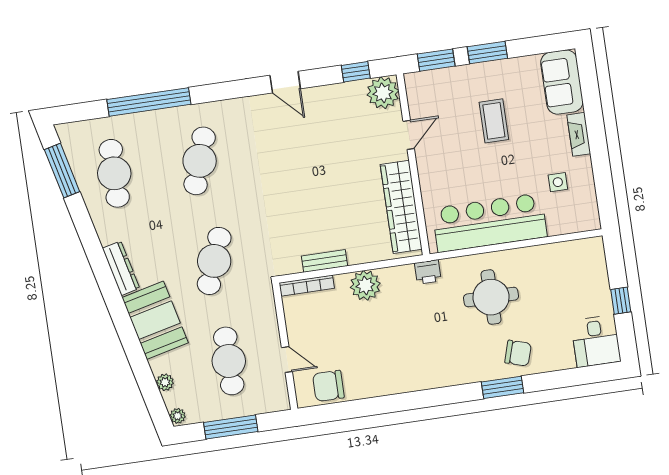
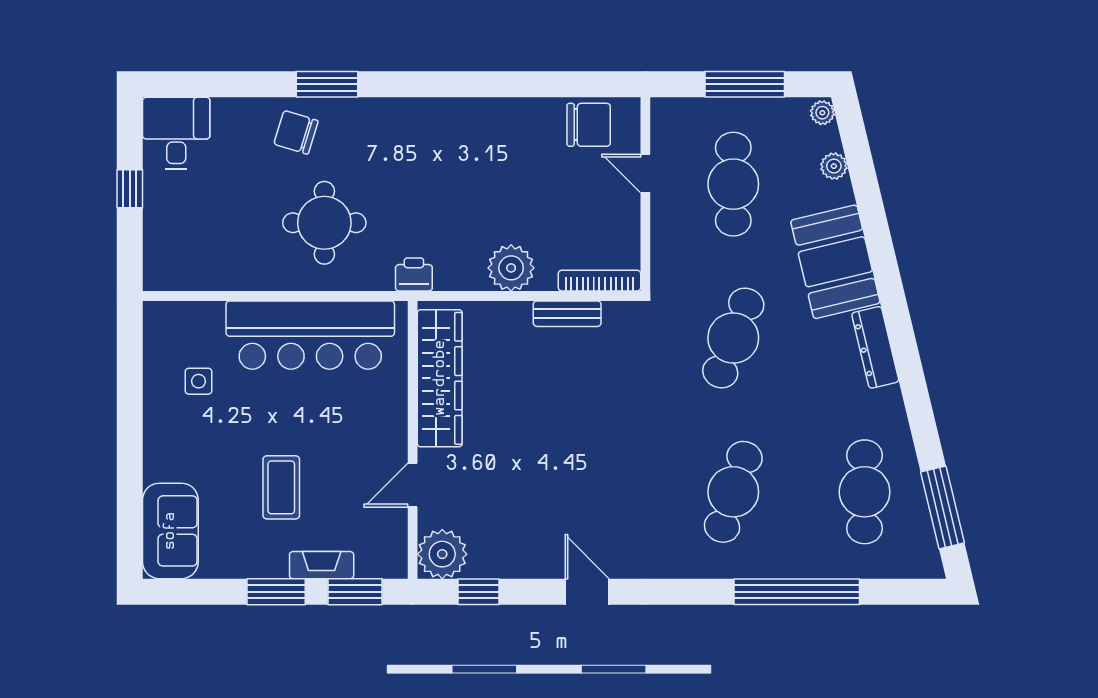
fireplace: (579, 134) -> (322, 565), moved, turned -90

